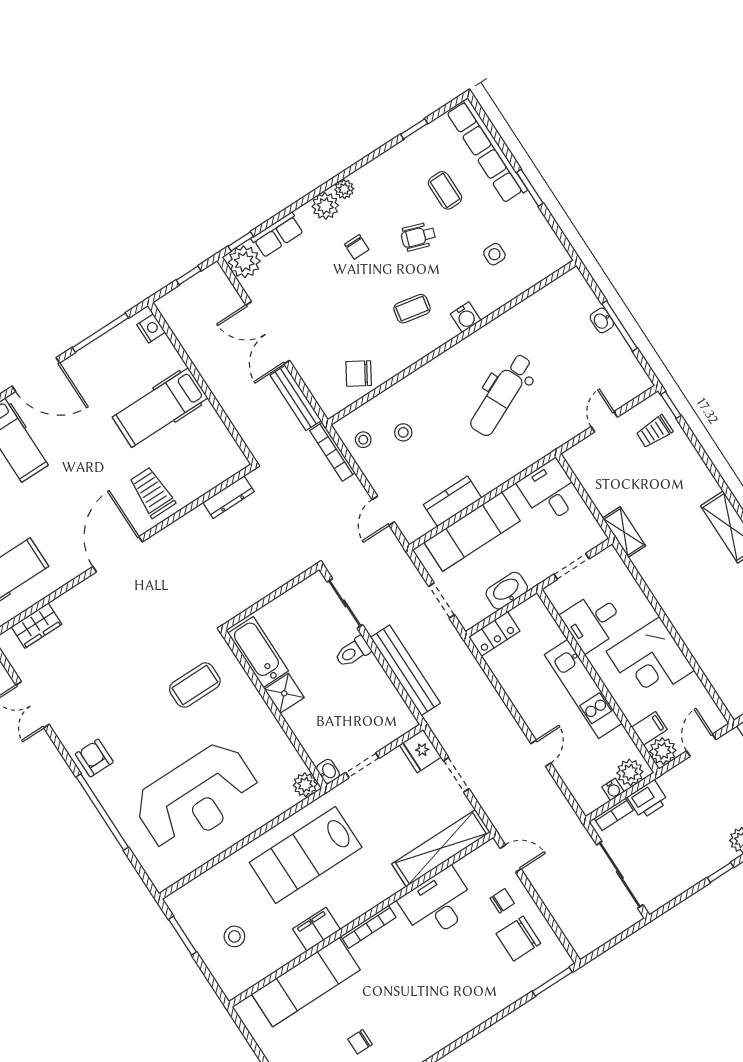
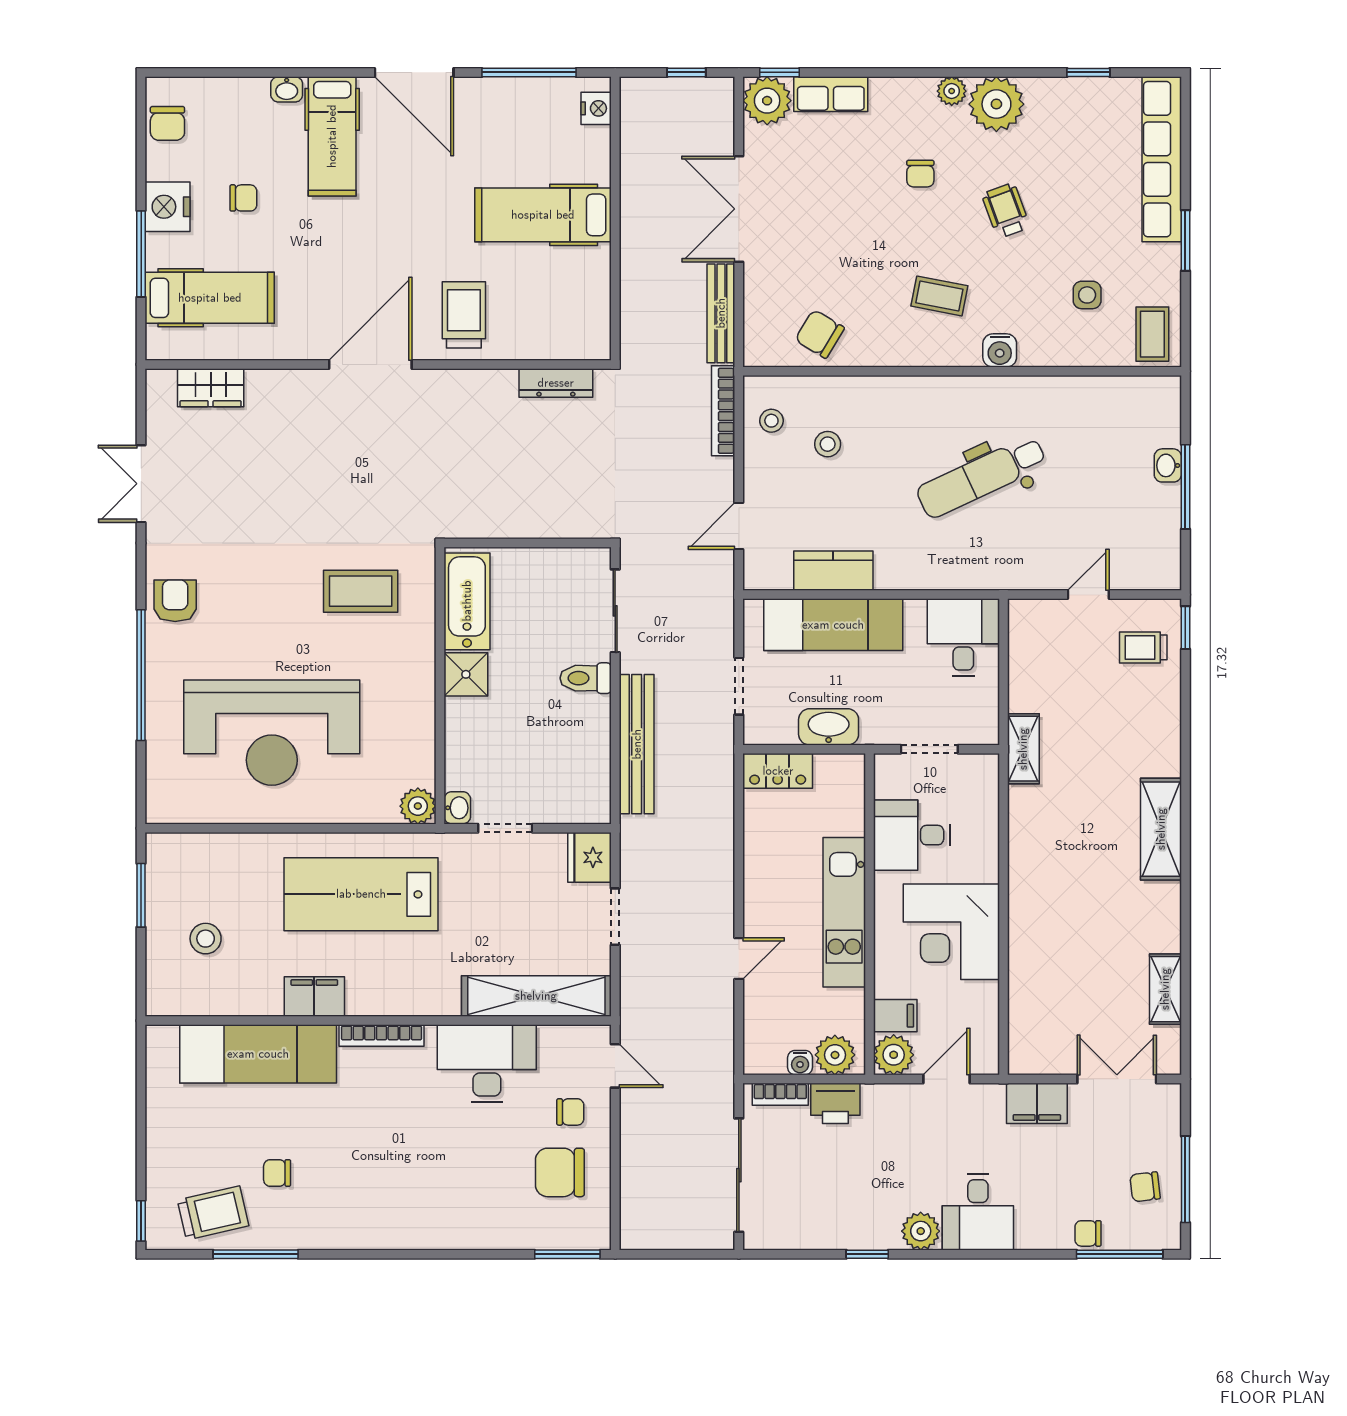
coffee table: (445, 190) -> (1152, 334), moved
plant: (325, 206) -> (996, 104), moved, width x1.36, depth x1.36
wheelchair: (418, 237) -> (1006, 211), turned 51

